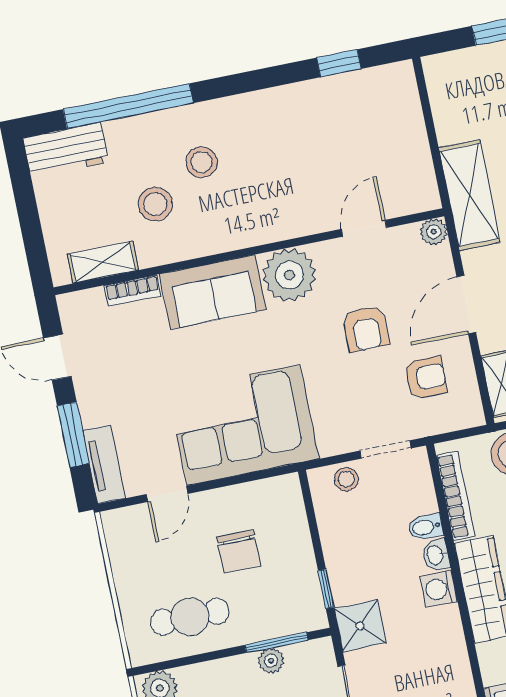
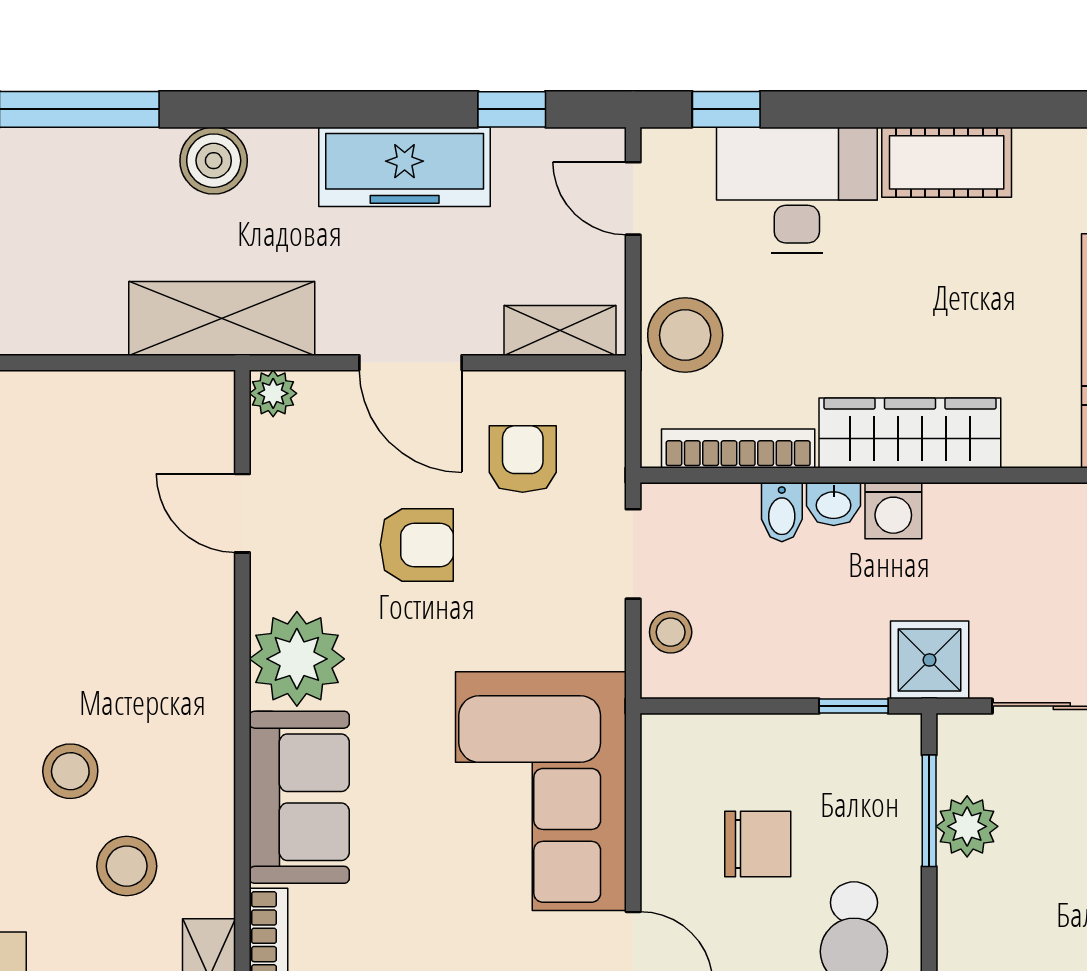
plant: (271, 661) -> (967, 826), width x1.38, depth x1.38

